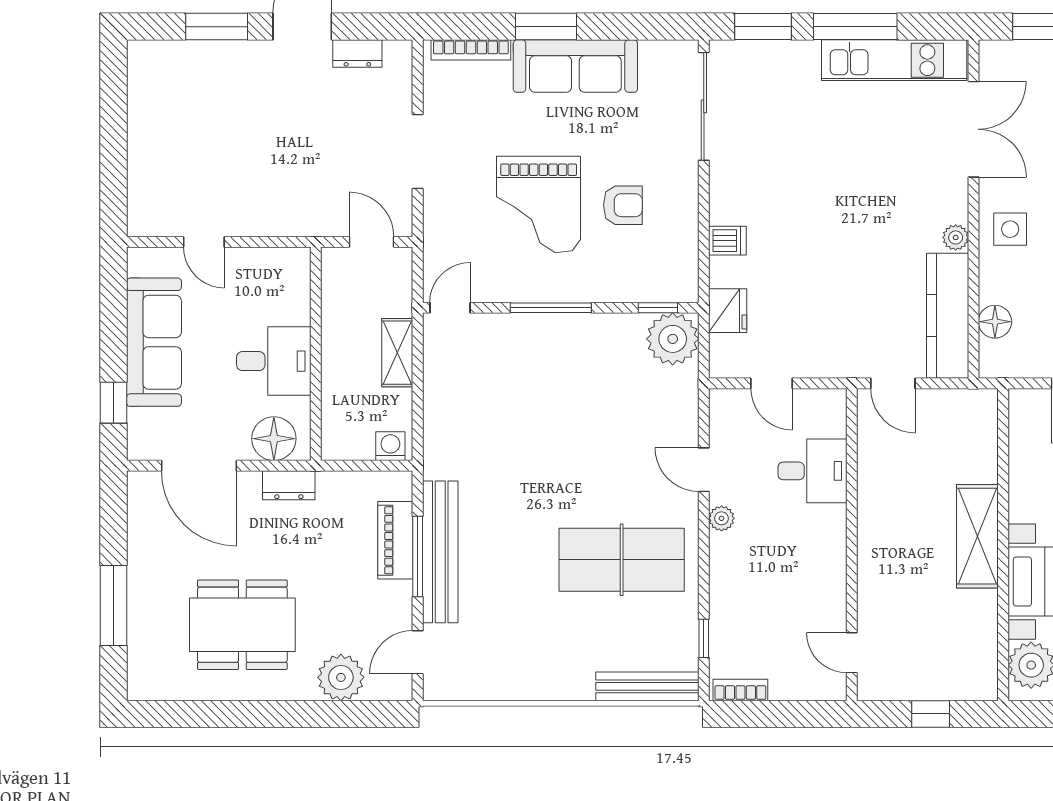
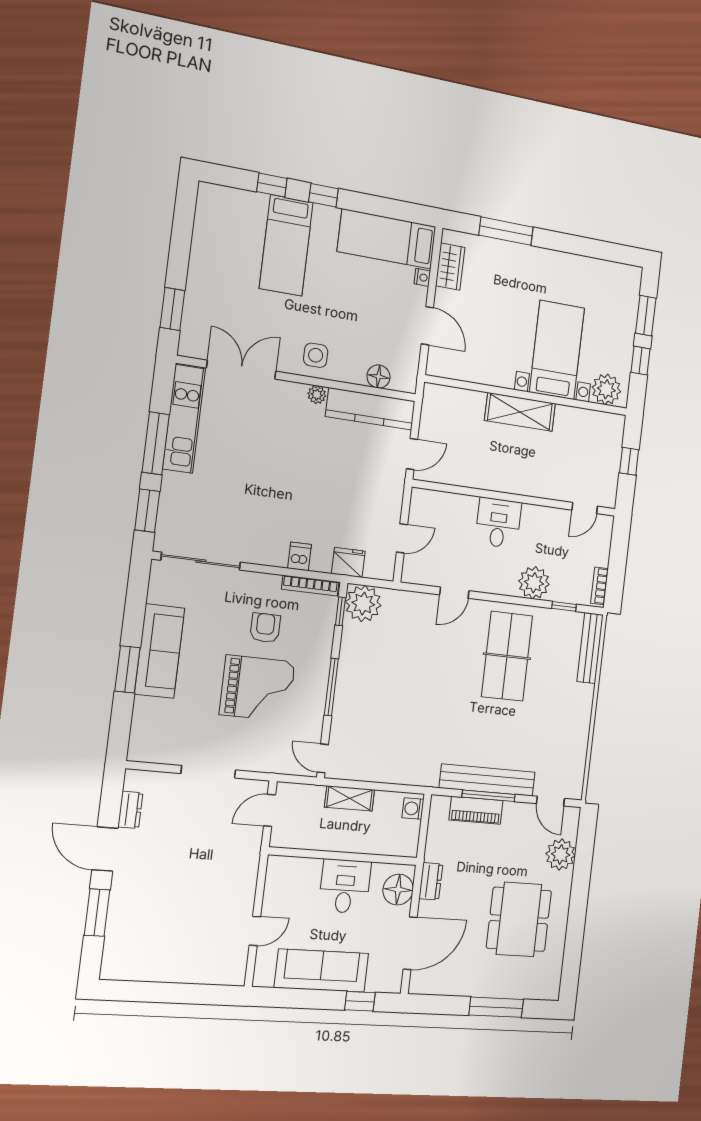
bookcase: (471, 50) -> (310, 586), moved, turned 90
desk: (812, 471) -> (498, 523), moved
plant: (722, 518) -> (534, 583), moved, width x1.87, depth x1.87

